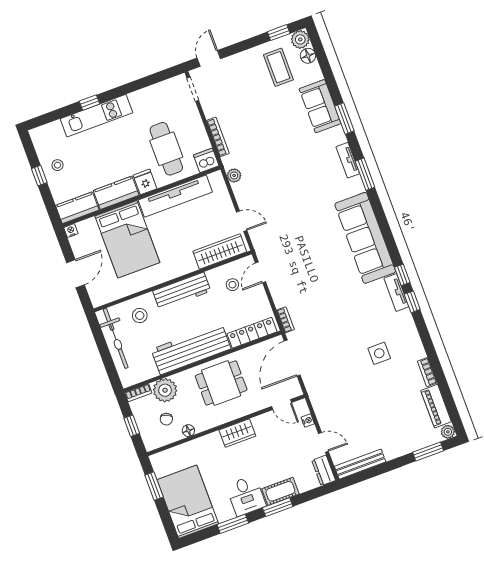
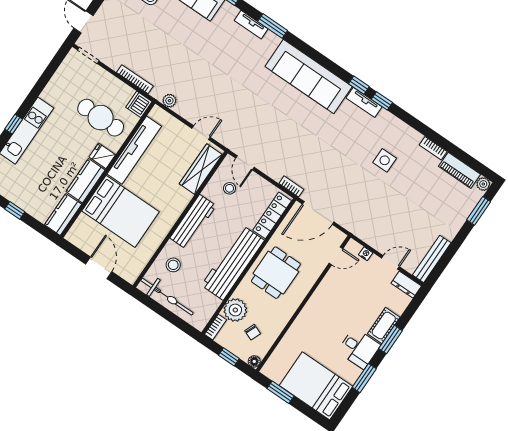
stool: (57, 165) -> (23, 192), removed
nightstand: (71, 231) -> (71, 236), removed
door: (292, 358) -> (318, 213), hinge flipped
floor lamp: (188, 431) -> (254, 361), moved
wardrobe: (237, 433) -> (317, 303), removed

